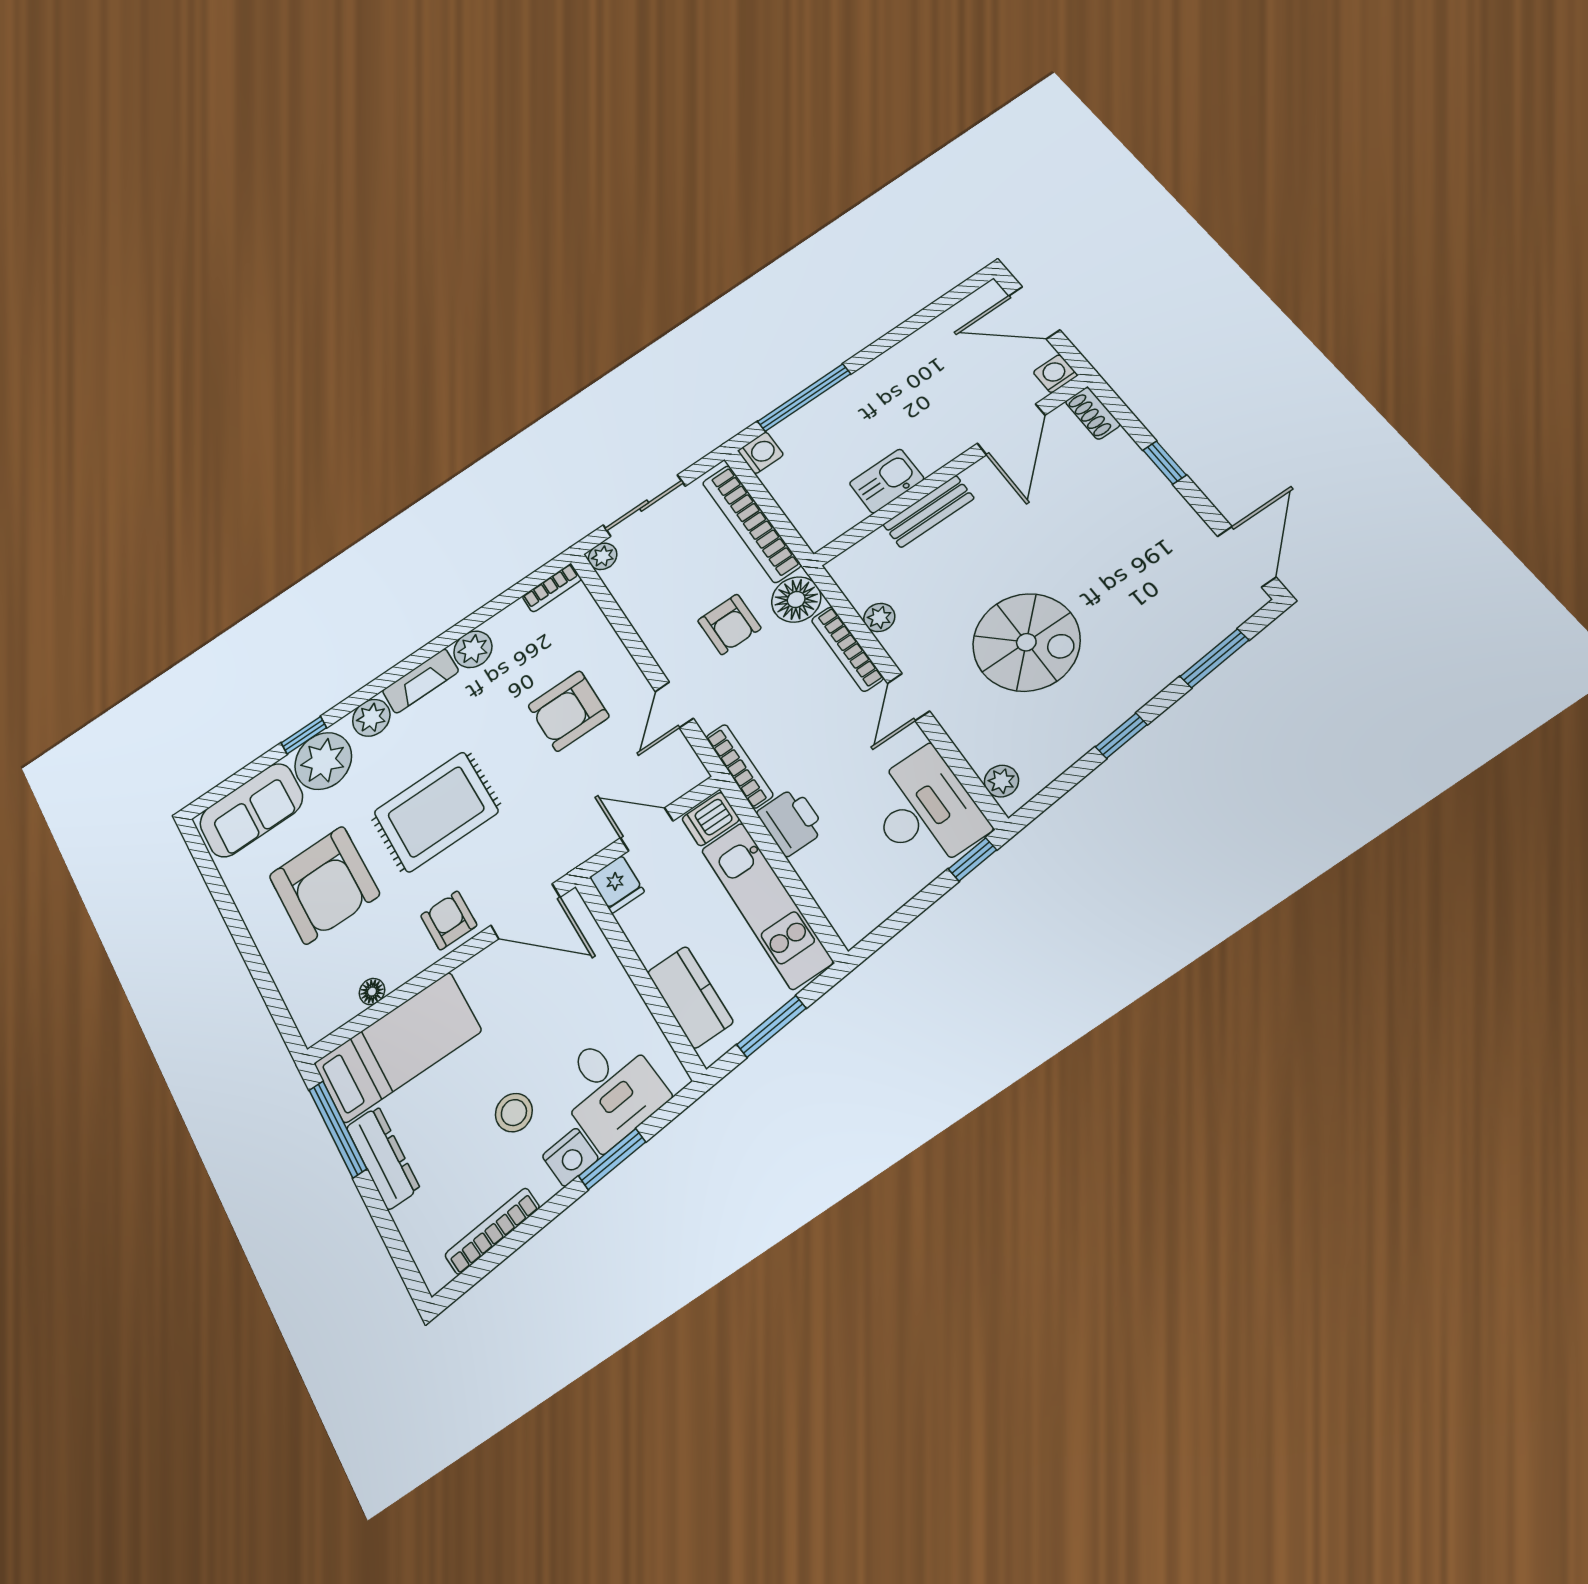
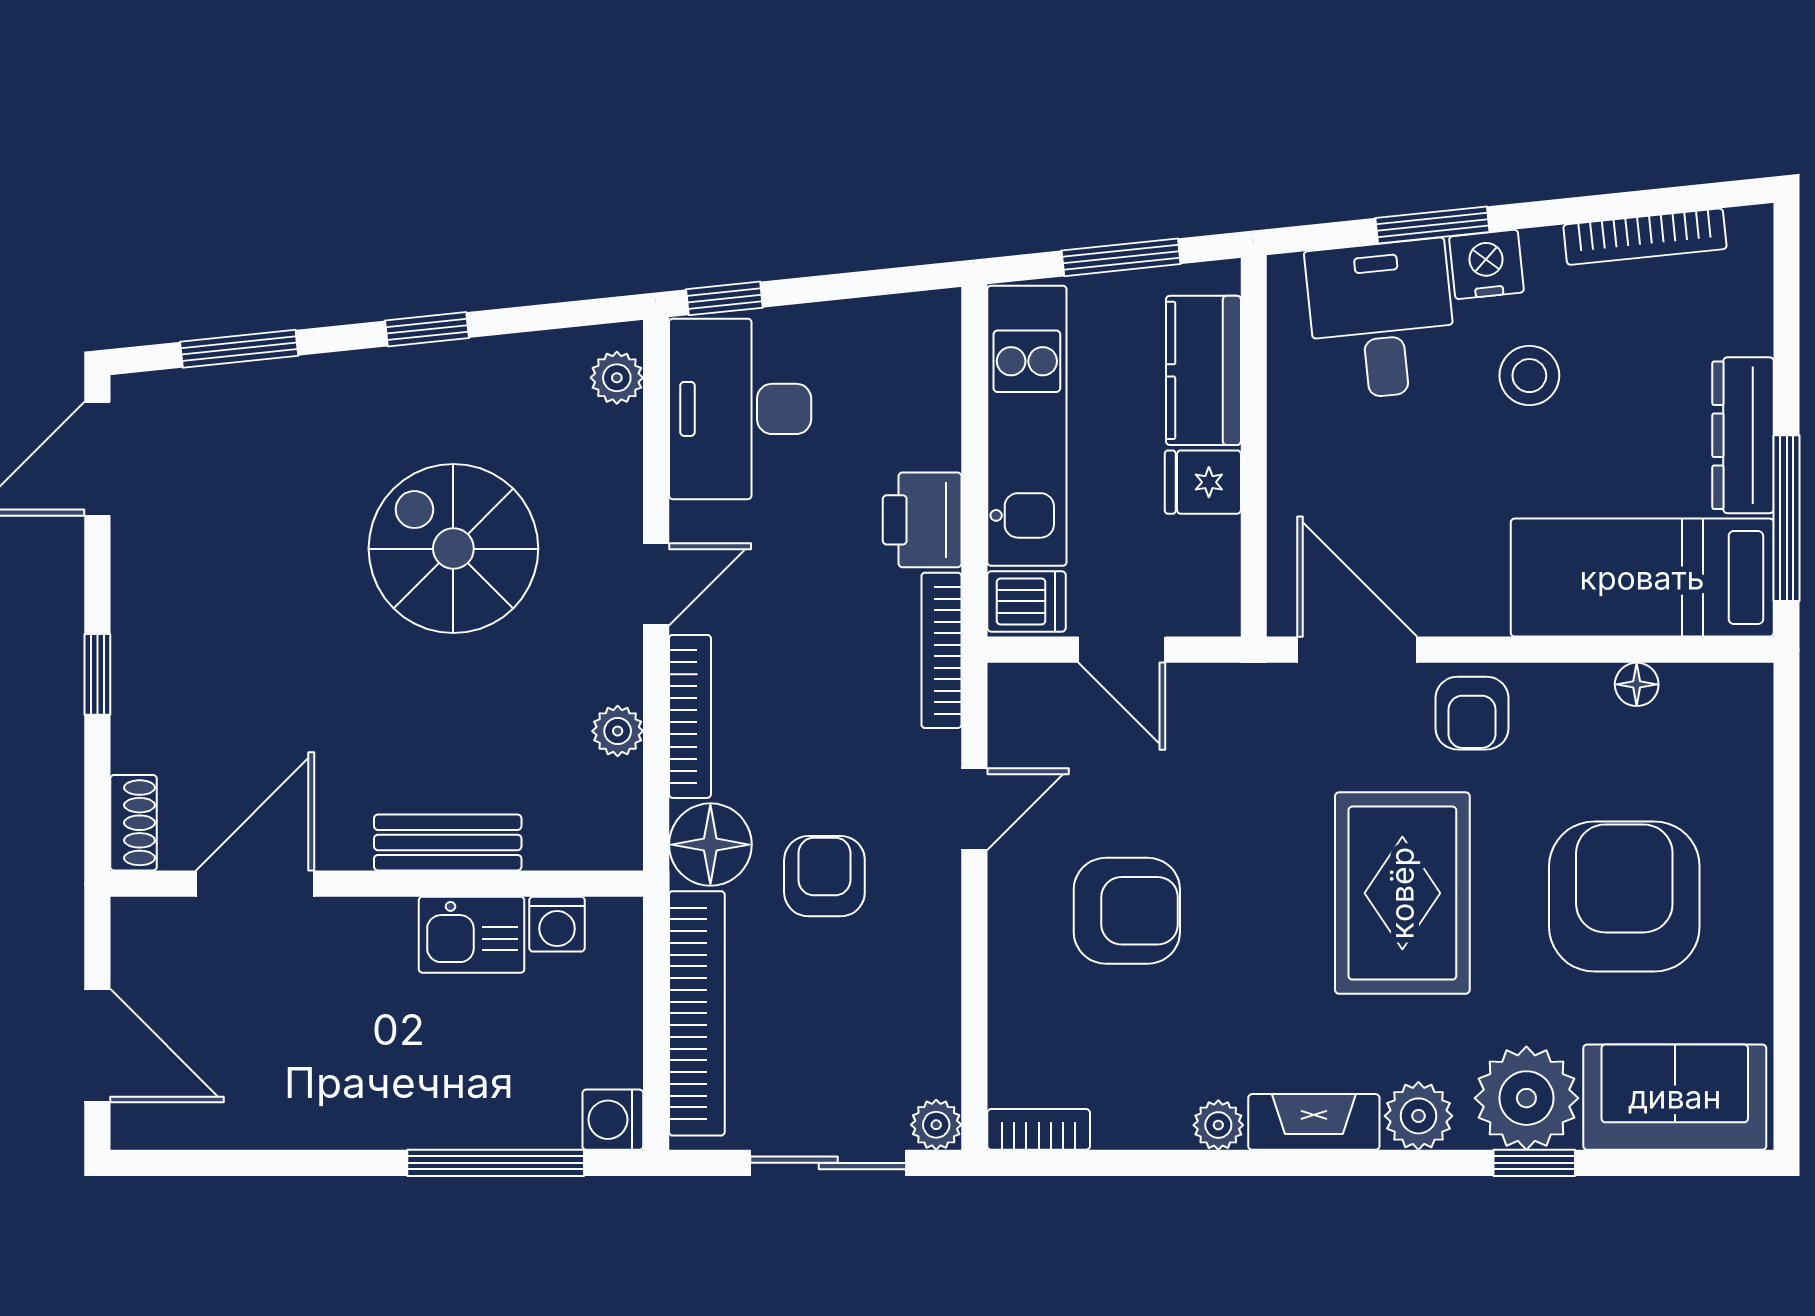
washing machine: (1055, 374) -> (557, 924), moved
plant: (473, 649) -> (1218, 1125), width x0.73, depth x0.73
rug: (436, 812) -> (1402, 893), turned 90
fridge: (617, 884) -> (1203, 482), moved, turned -90

